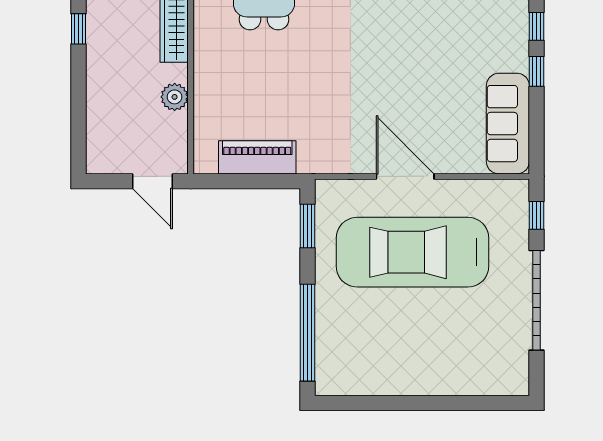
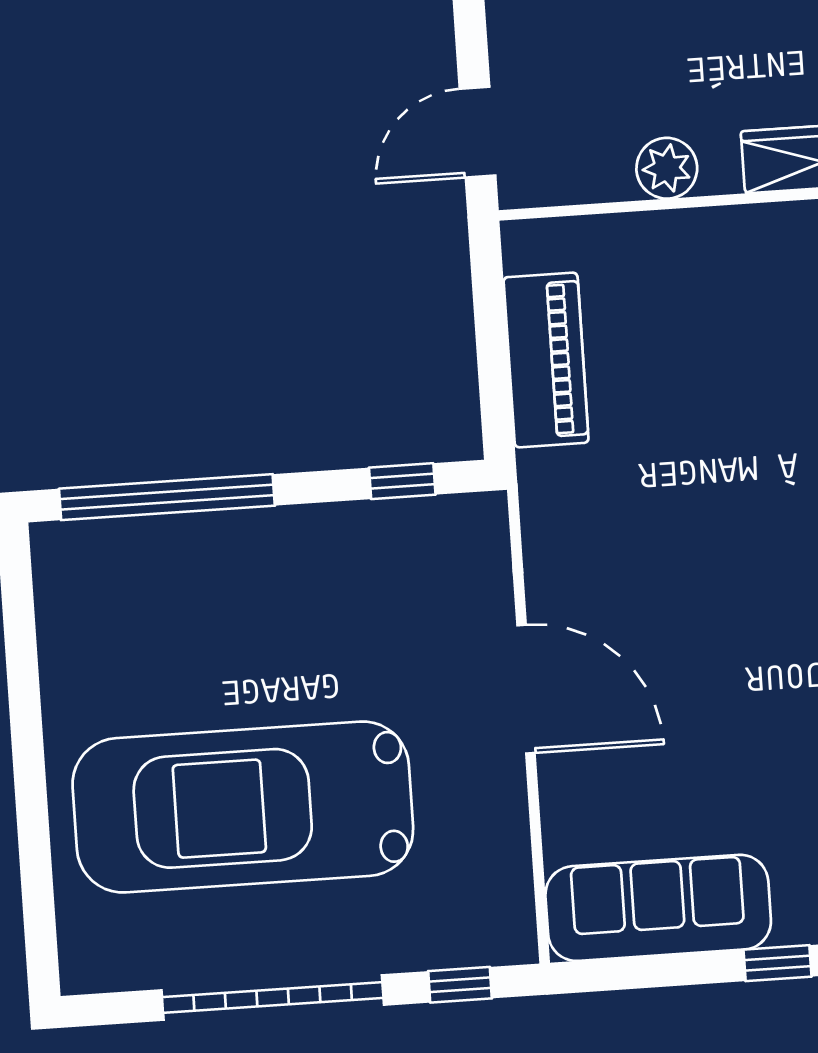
door: (405, 176) -> (526, 689), hinge flipped
window: (308, 226) -> (402, 481), width x0.67
car: (413, 252) -> (243, 807), moved, turned -90

